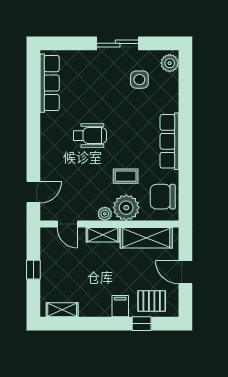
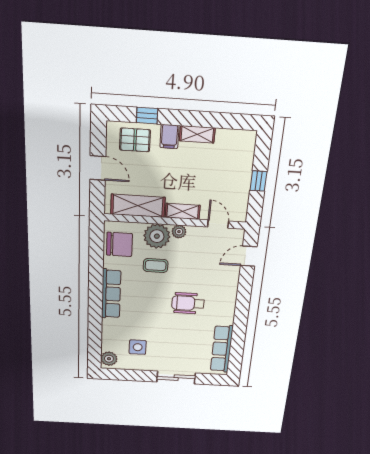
sliding door: (118, 43) -> (176, 378), moved
shelving: (62, 310) -> (197, 134), moved

